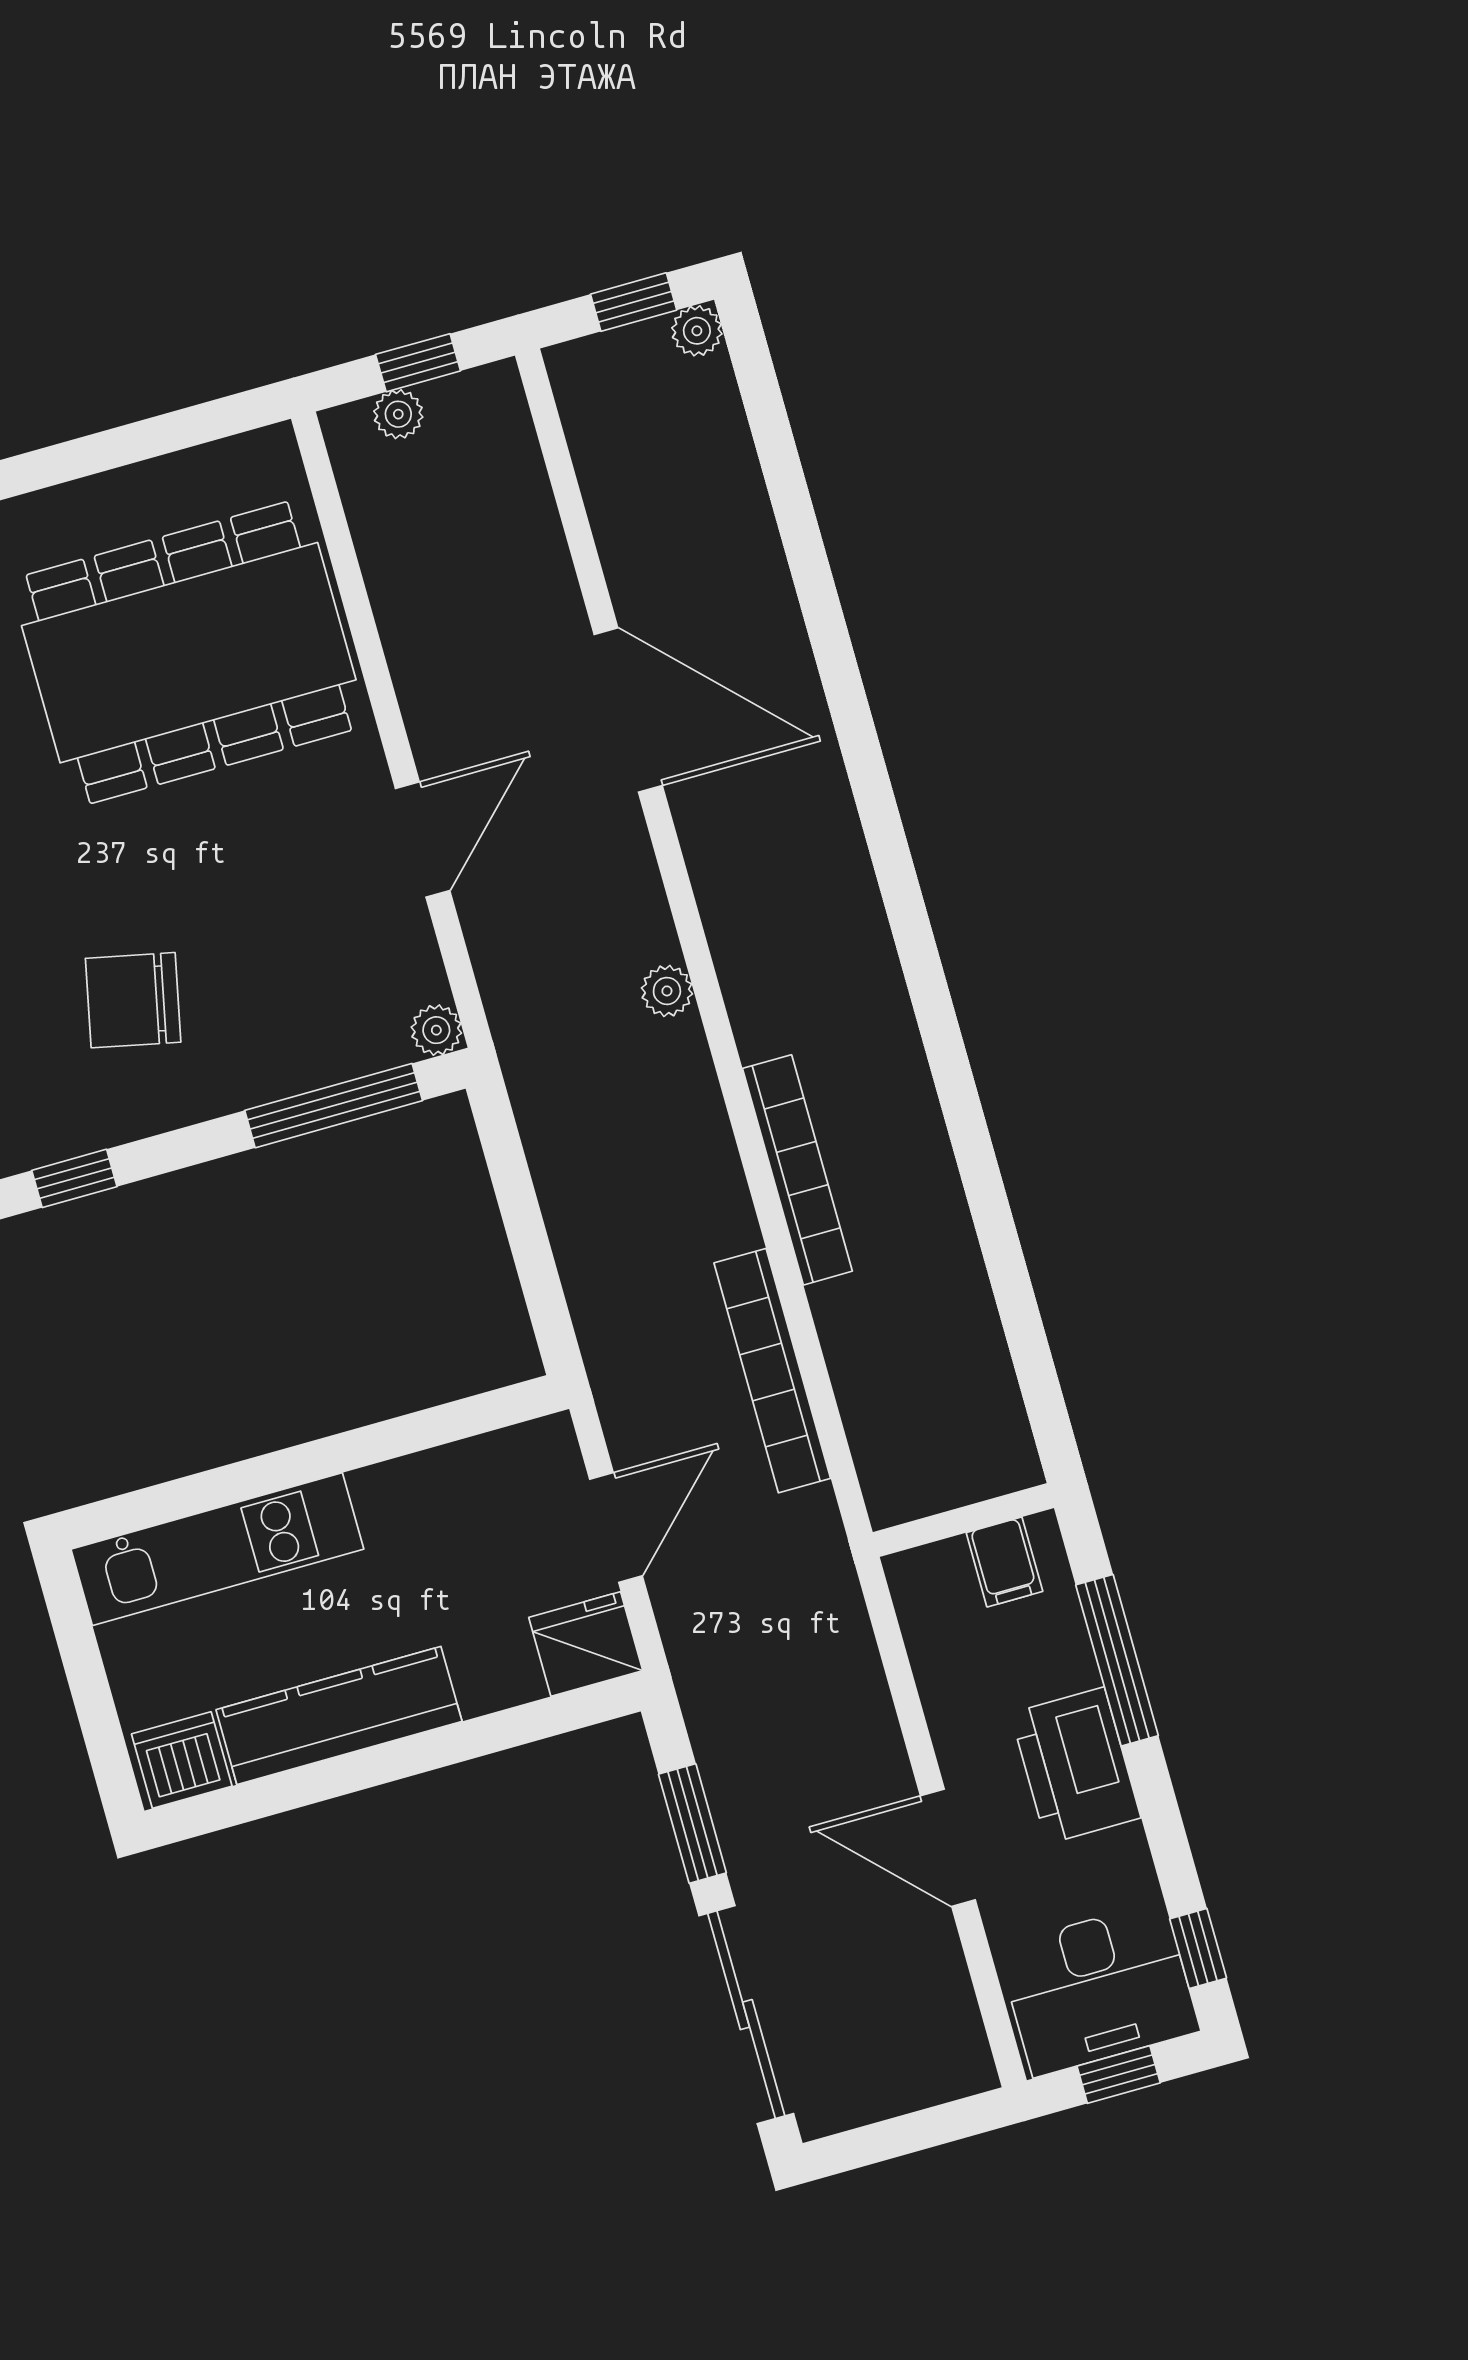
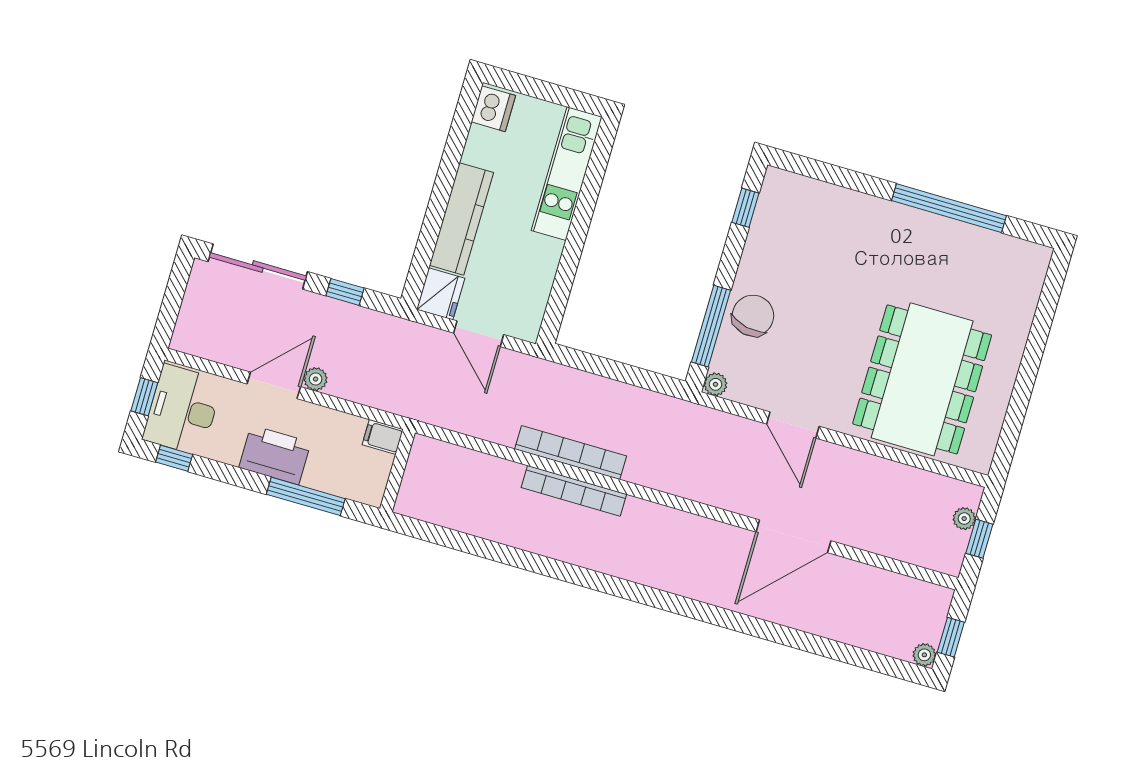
plant: (667, 991) -> (316, 379), moved
chair: (133, 1000) -> (753, 316), moved
bookcase: (772, 1371) -> (571, 452), moved
filing cabinet: (1004, 1562) -> (383, 437), moved
kitchen counter: (339, 1716) -> (461, 219), moved
window: (692, 1823) -> (345, 292), width x0.67

